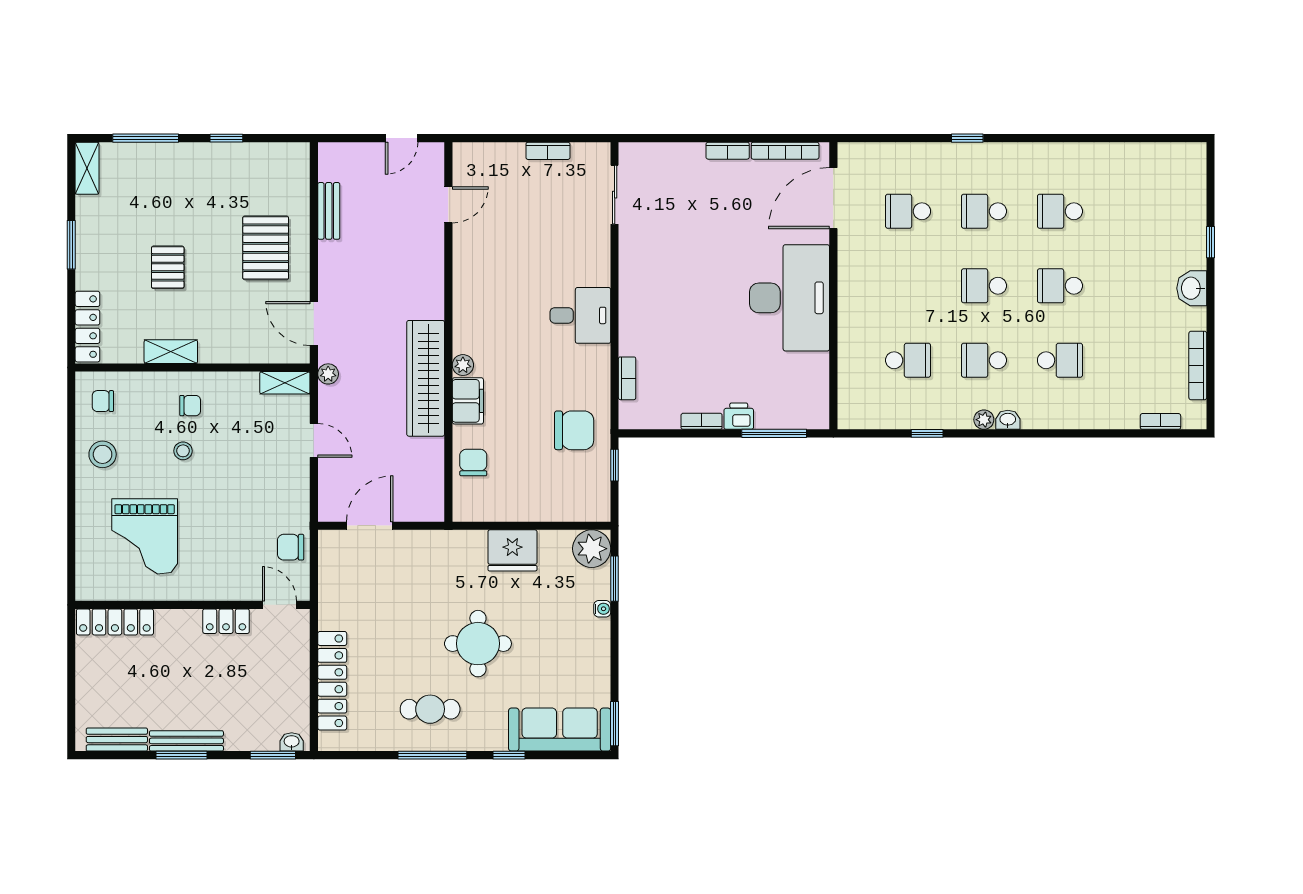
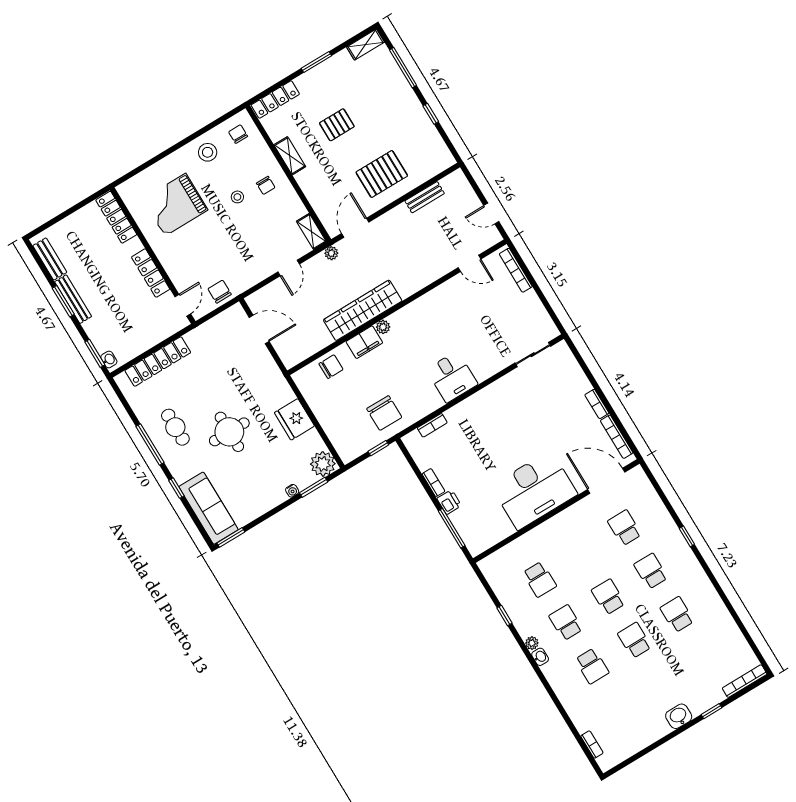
bookcase: (548, 151) -> (516, 270), moved, width x1.56
bookcase: (1198, 365) -> (745, 681), moved
locker: (226, 621) -> (151, 273), width x1.53

